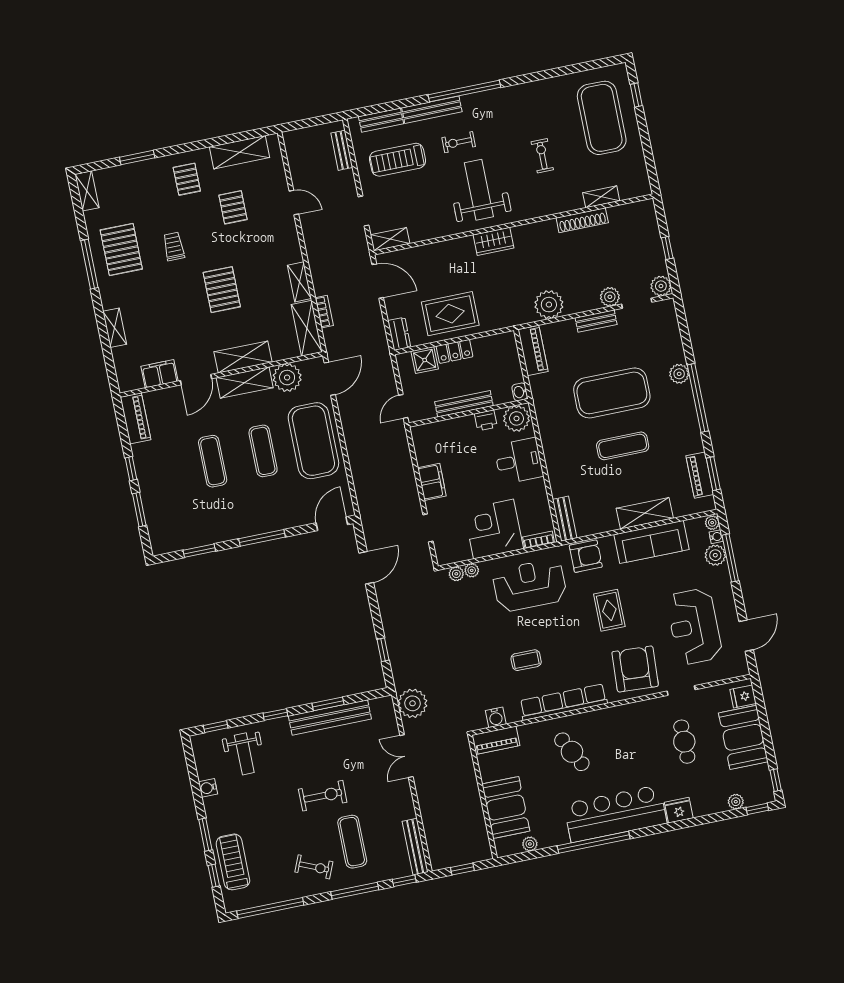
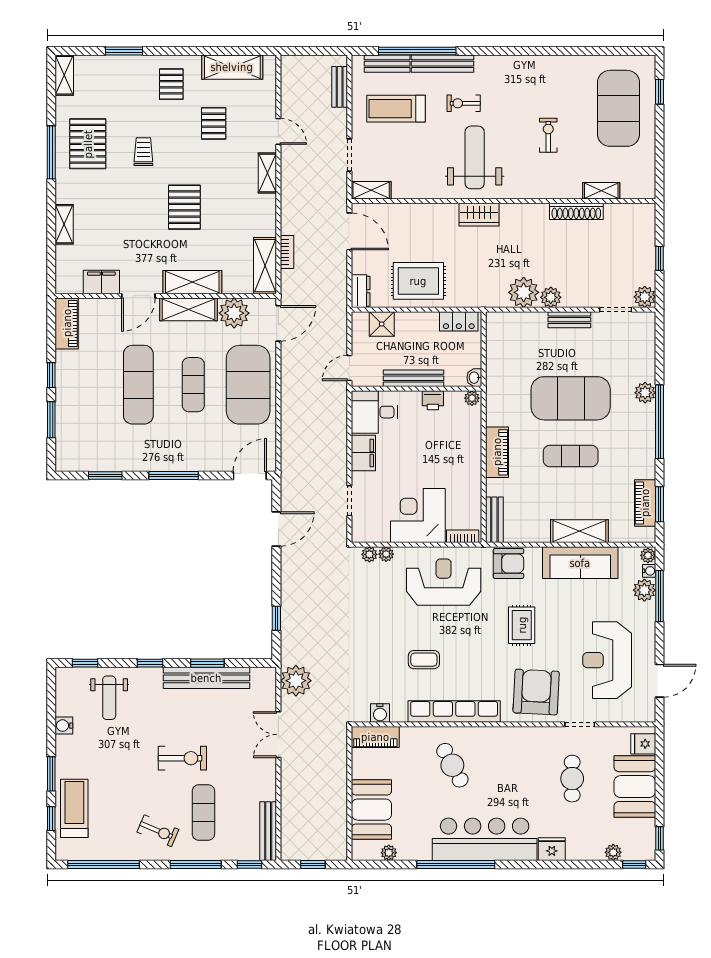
window: (464, 91) -> (417, 51), moved
shelving: (299, 282) -> (267, 173), moved
plant: (610, 297) -> (551, 297), moved
piano: (533, 350) -> (497, 452), moved
locker: (455, 351) -> (459, 321), moved
plant: (517, 418) -> (472, 398), width x0.53, depth x0.53
exercise mat: (213, 461) -> (138, 385), width x1.36, depth x1.45
desk: (519, 461) -> (375, 412), moved, turned 180

